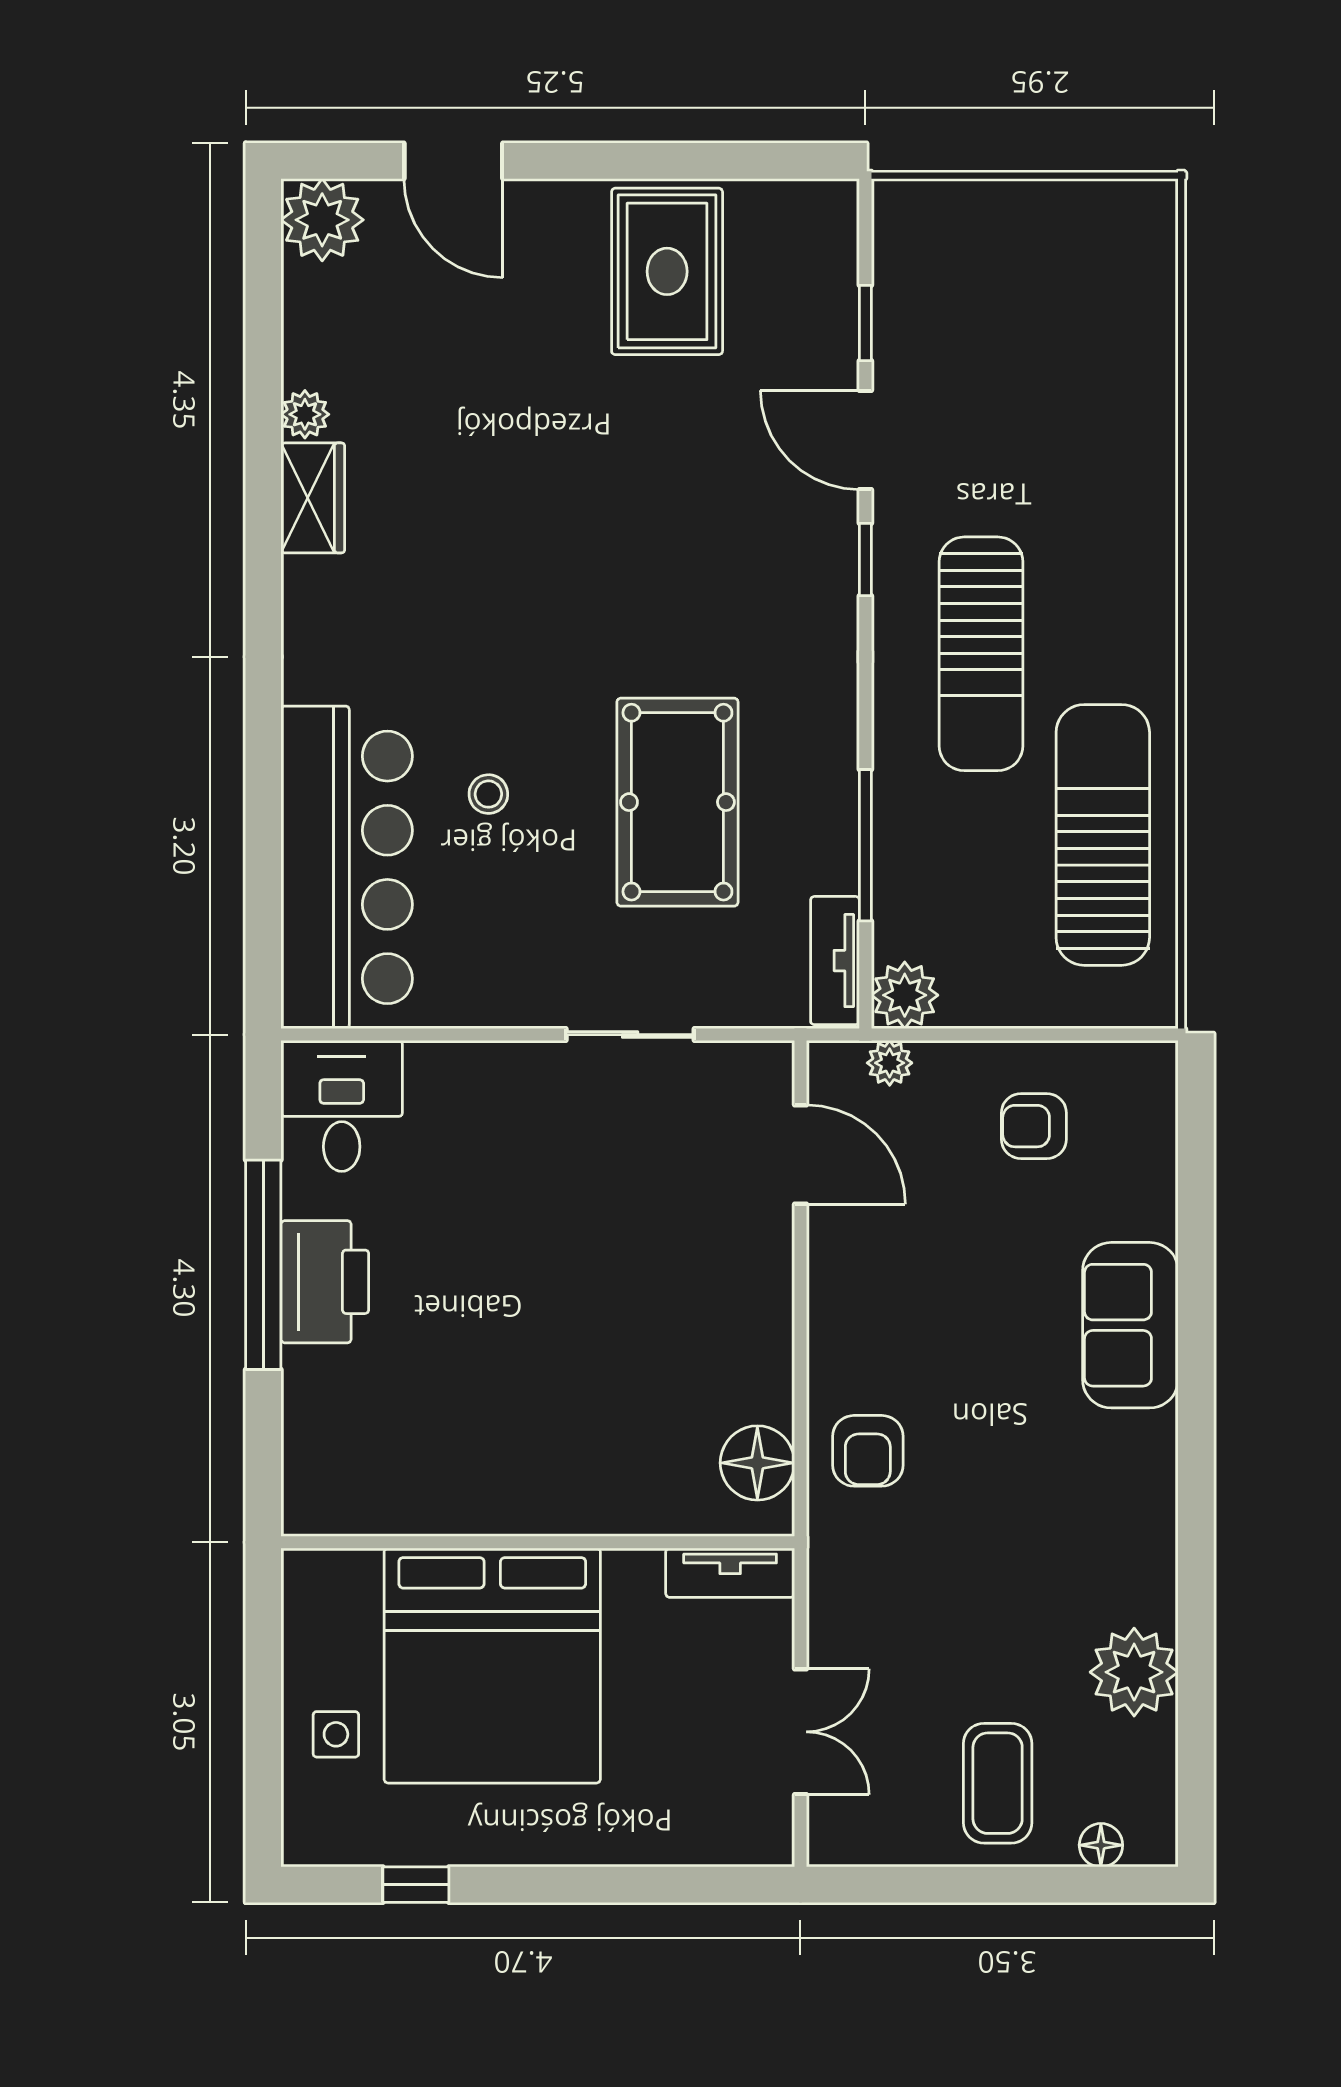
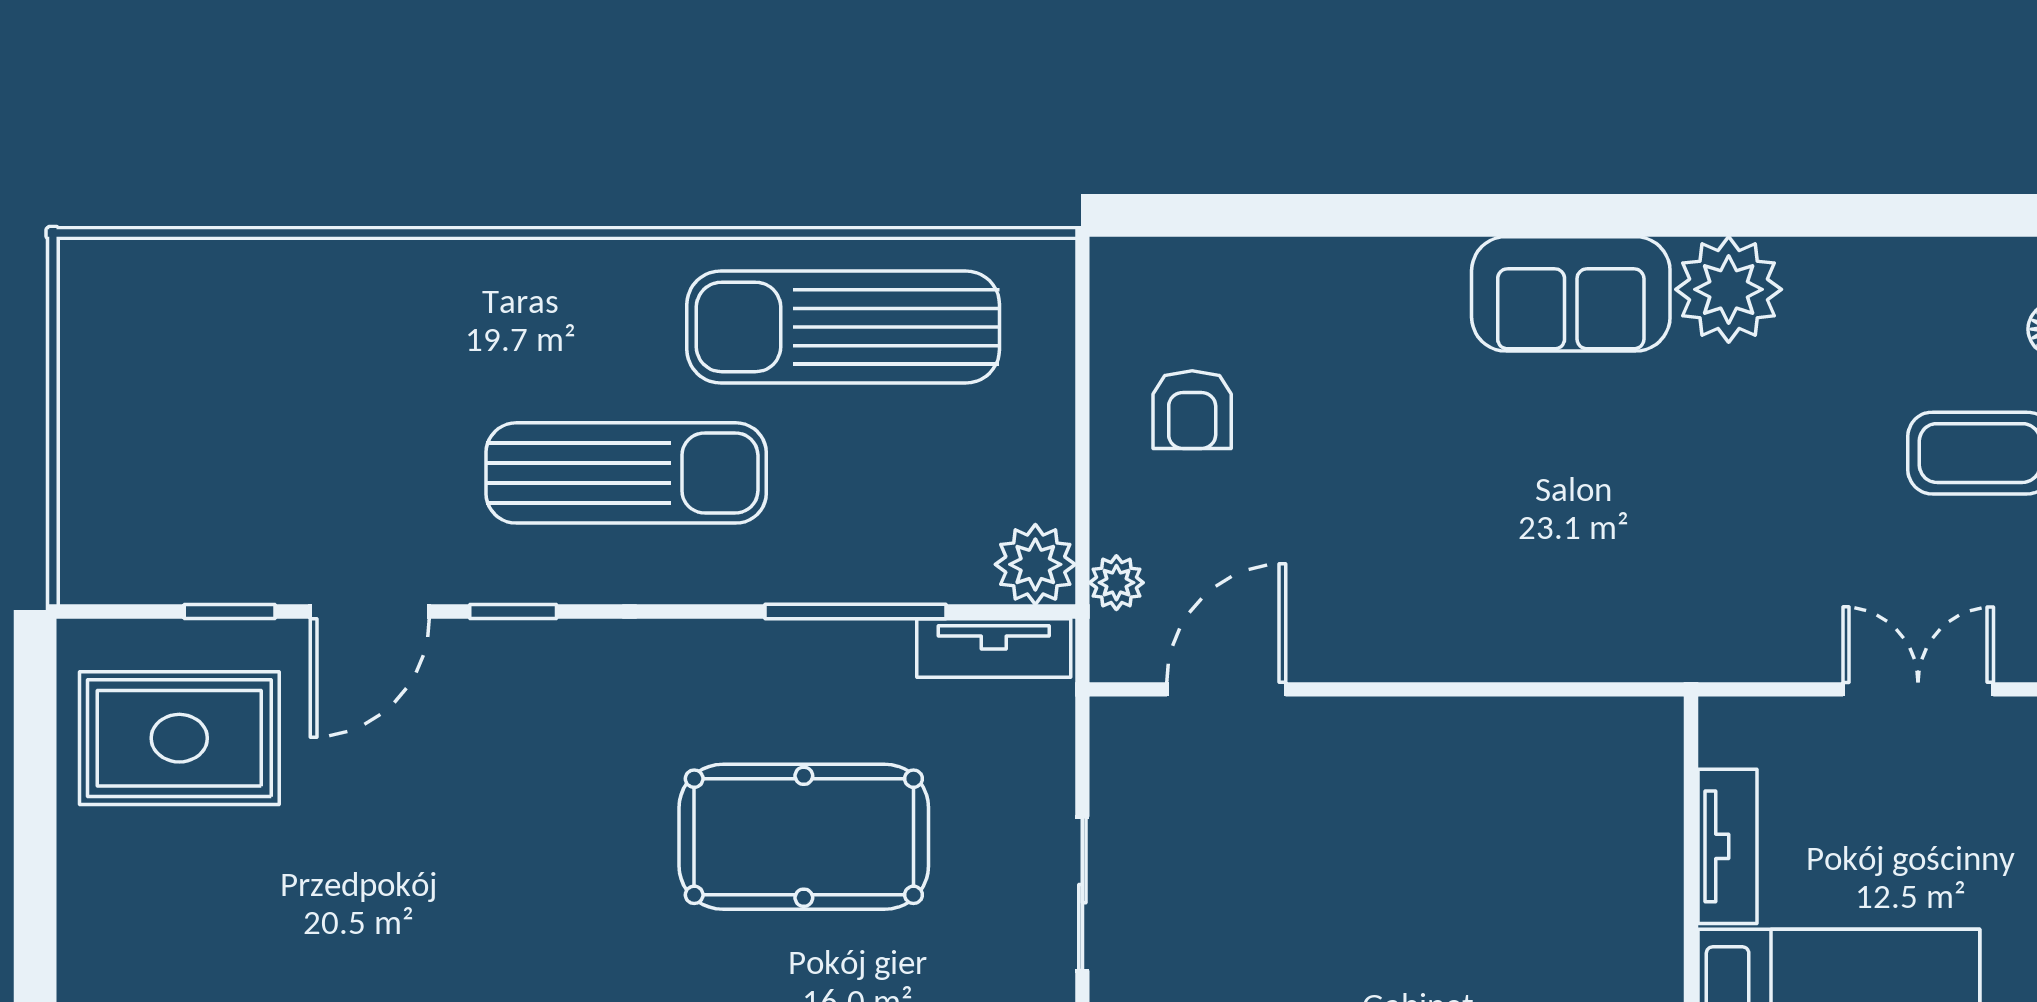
rug: (667, 271) -> (179, 738), moved
sofa: (1130, 1325) -> (1571, 294), moved
armchair: (868, 1451) -> (1581, 609), removed
floor lamp: (757, 1463) -> (1596, 741), removed
tv unit: (730, 1573) -> (1727, 846), moved
plant: (1134, 1672) -> (1729, 289), moved

